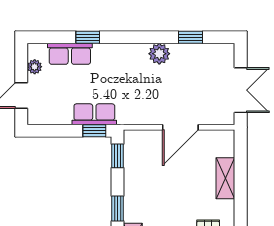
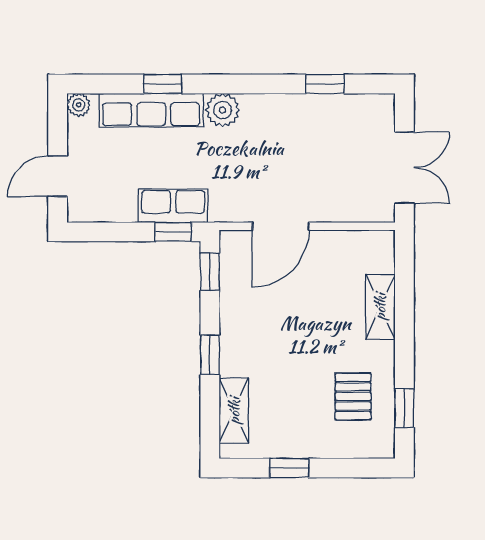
row of seats: (70, 54) -> (151, 110), width x1.48
plant: (159, 54) -> (223, 110), moved
plant: (35, 67) -> (79, 105), moved
door: (180, 127) -> (281, 226), moved

